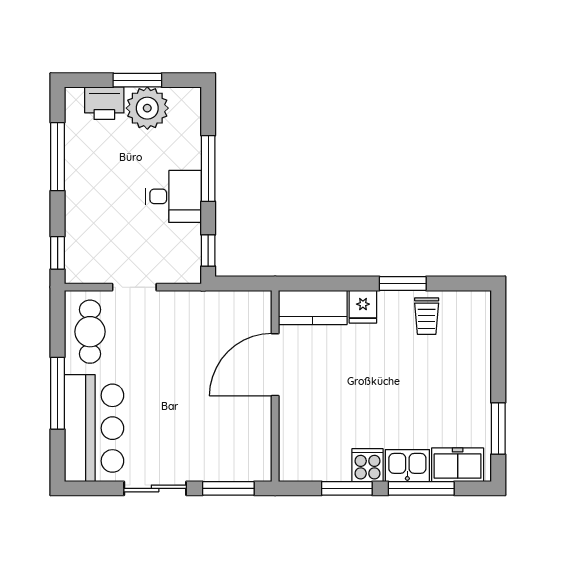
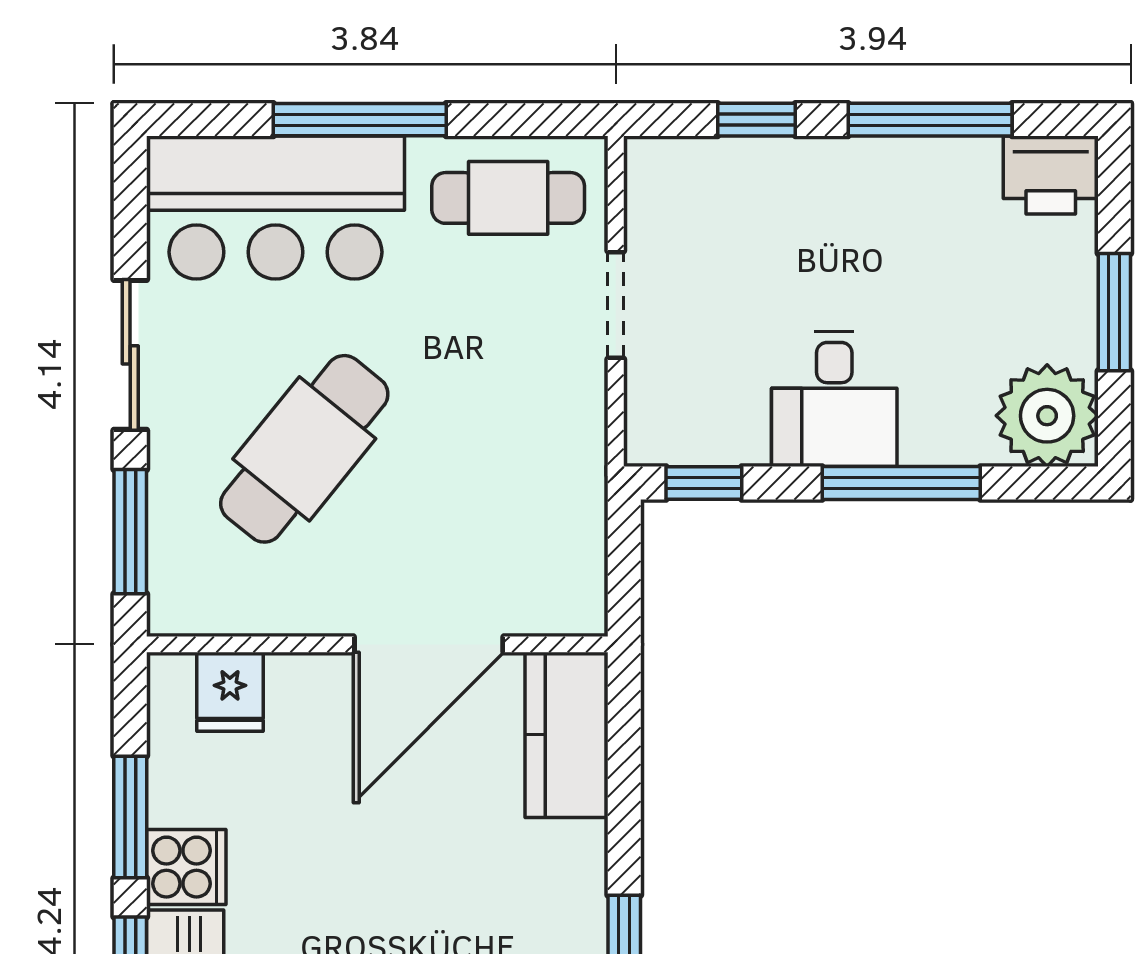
printer: (104, 103) -> (1051, 175), moved, turned -90
plant: (147, 108) -> (1047, 416), moved
window: (58, 253) -> (756, 120), moved
fridge: (363, 307) -> (230, 692), moved, turned -90
door: (275, 365) -> (429, 644), swing flipped
cafe table: (194, 416) -> (304, 449), added

